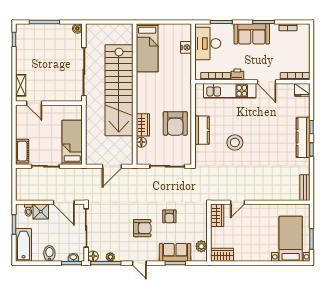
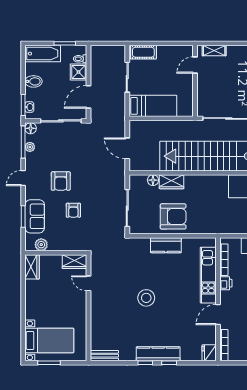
armchair: (175, 123) -> (173, 216), turned 180
stool: (235, 142) -> (146, 298), moved
armchair: (169, 216) -> (73, 210), turned -90

